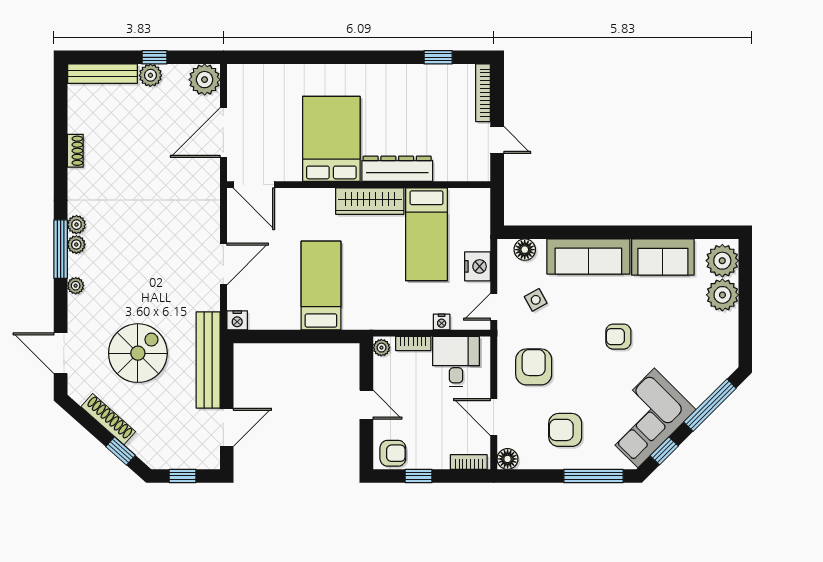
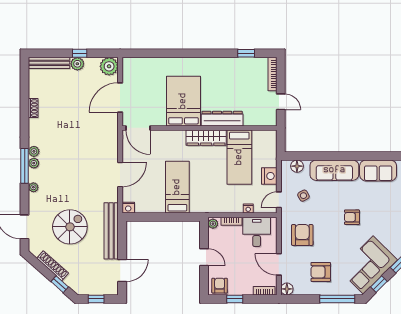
armchair: (393, 453) -> (220, 286), turned -90

